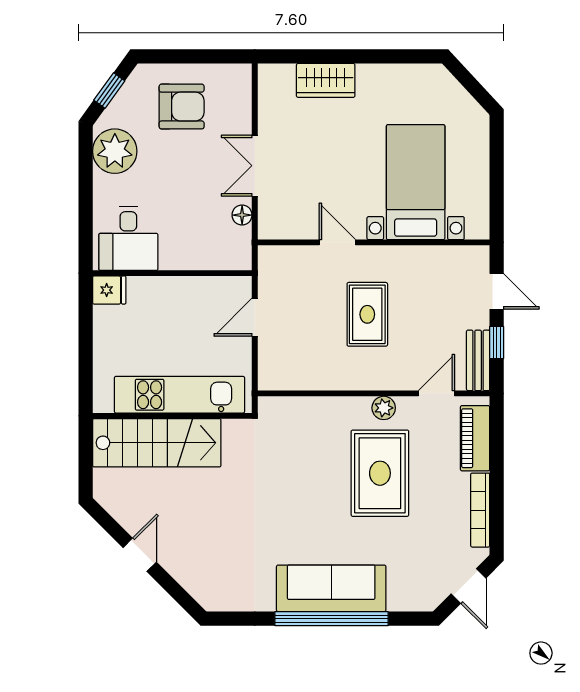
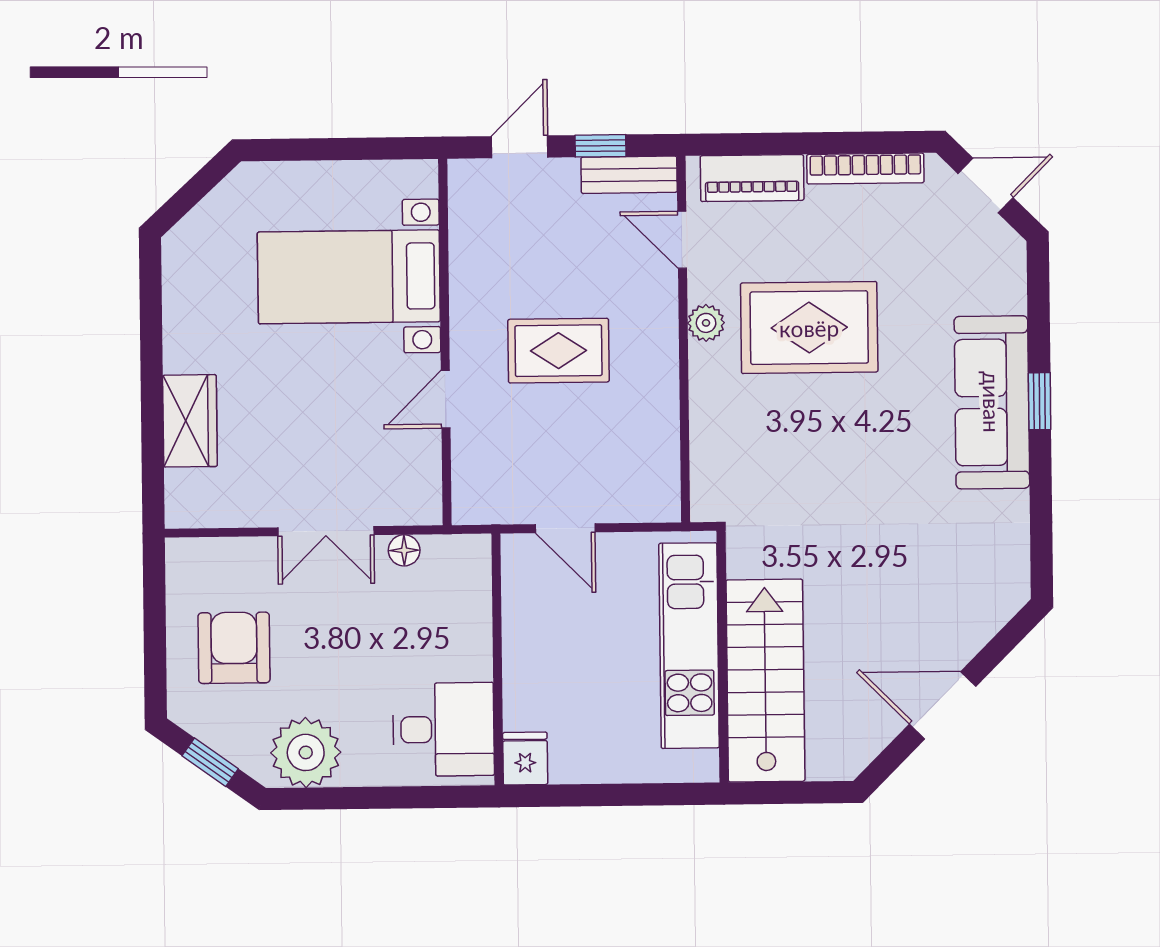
door: (140, 555) -> (943, 705), width x1.37
window: (332, 619) -> (1040, 401), width x0.32

